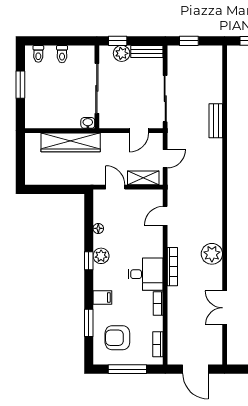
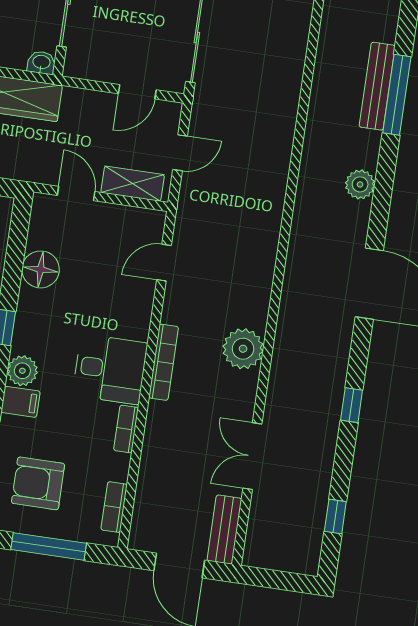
bench: (216, 121) -> (224, 530), moved
floor lamp: (98, 228) -> (41, 269), width x1.89, depth x1.89
plant: (101, 256) -> (22, 371), moved

